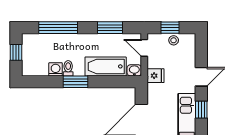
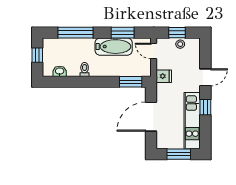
bathtub: (106, 66) -> (114, 47), moved, turned 180
washing machine: (56, 69) -> (73, 71), removed
washbasin: (134, 70) -> (60, 71), moved
window: (76, 82) -> (131, 82), moved

